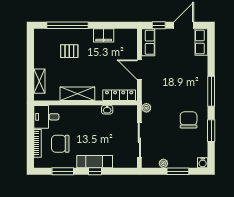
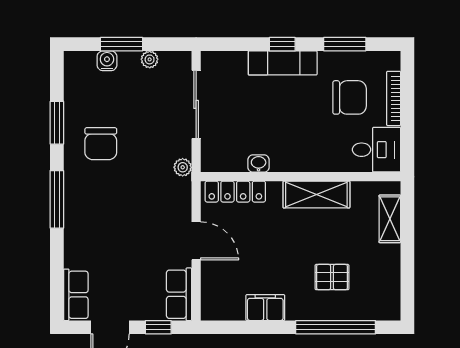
water cooler: (203, 163) -> (107, 61), moved

